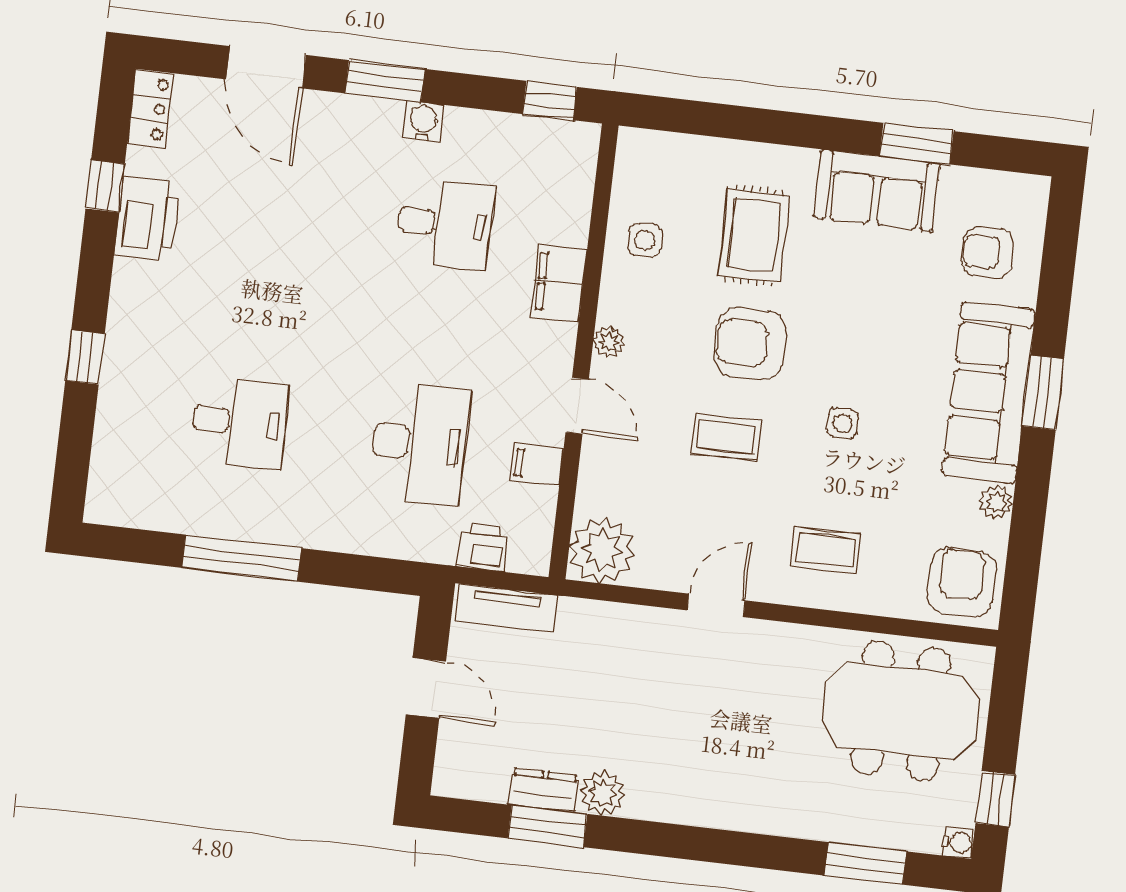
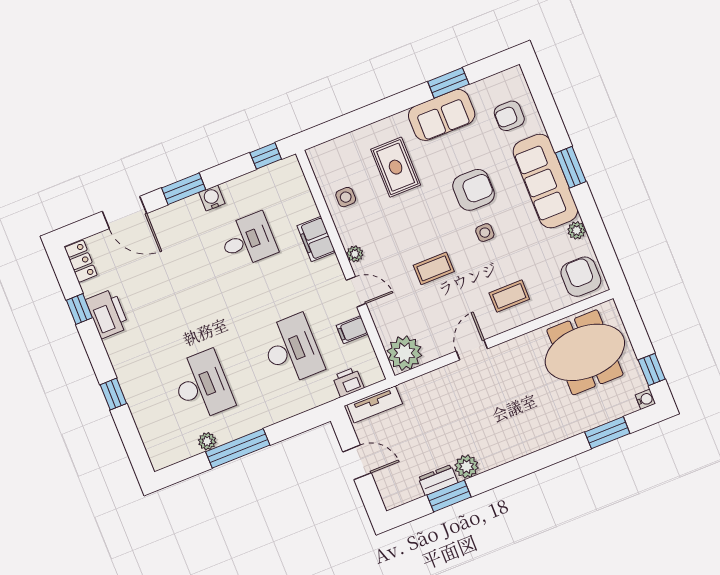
armchair: (750, 344) -> (474, 190), moved, turned 180
desk: (239, 422) -> (202, 385), width x1.37
plant: (197, 519) -> (207, 441), added

